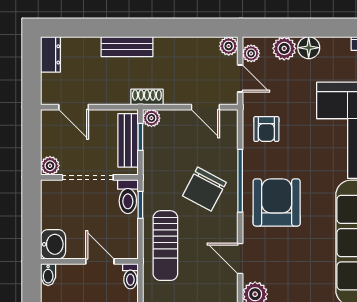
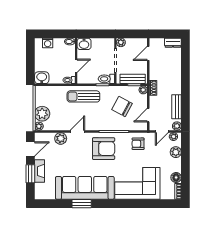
bench: (127, 47) -> (177, 107), moved
floor lamp: (309, 48) -> (176, 177), moved
chair: (204, 189) -> (122, 106), moved

